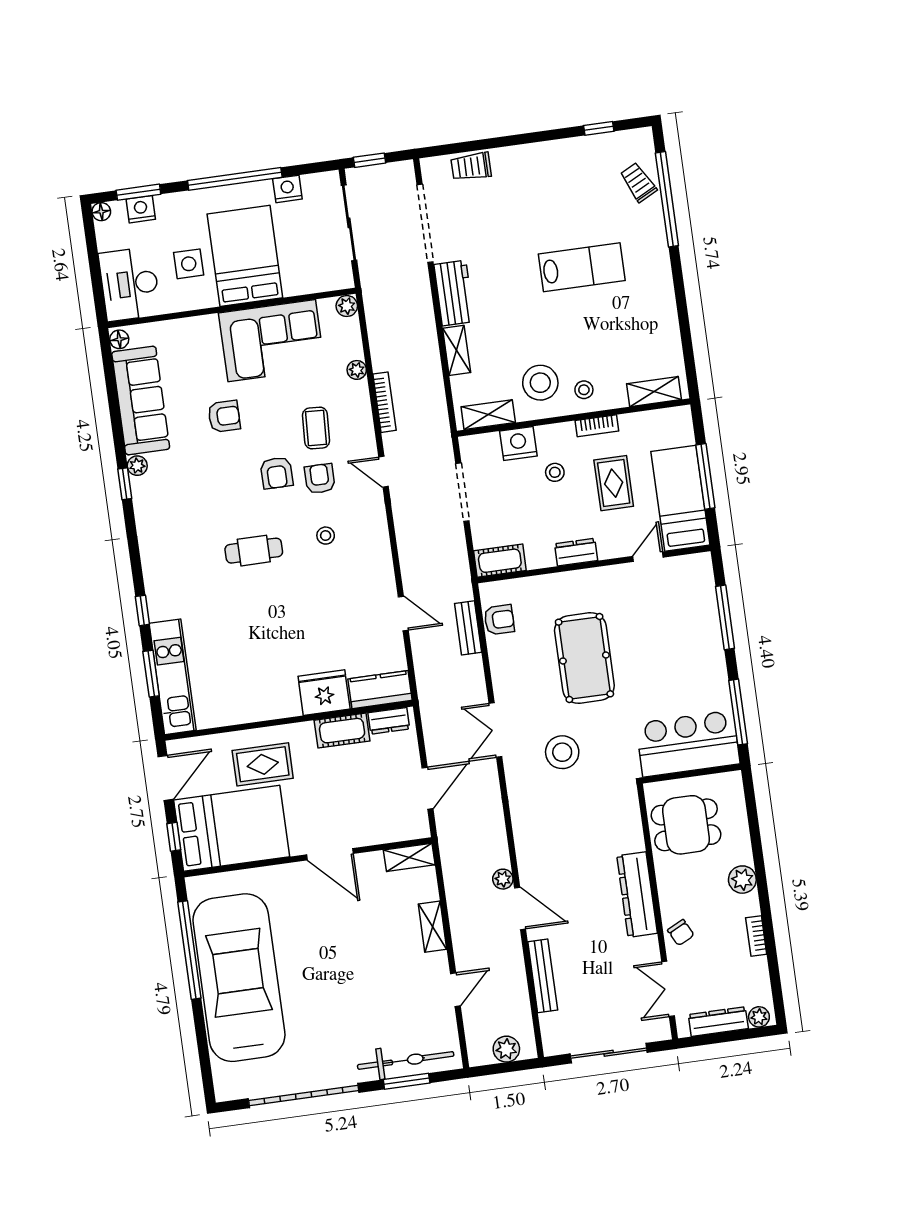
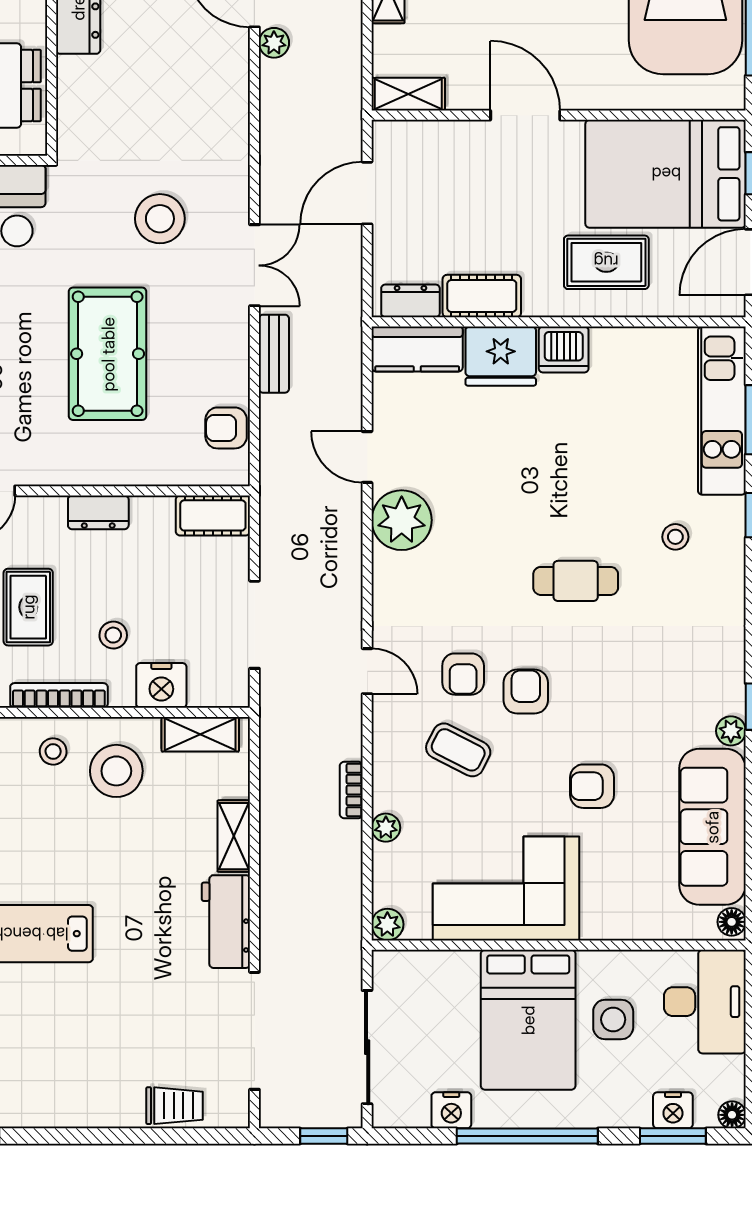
bookcase: (385, 402) -> (351, 790), width x0.64
bookcase: (597, 426) -> (59, 695), width x1.56
coffee table: (316, 428) -> (458, 750), turned -66
stool: (326, 536) -> (675, 537), moved
plant: (375, 575) -> (402, 520), added
bench: (468, 628) -> (274, 354), moved
dishwasher: (283, 703) -> (564, 349), added

